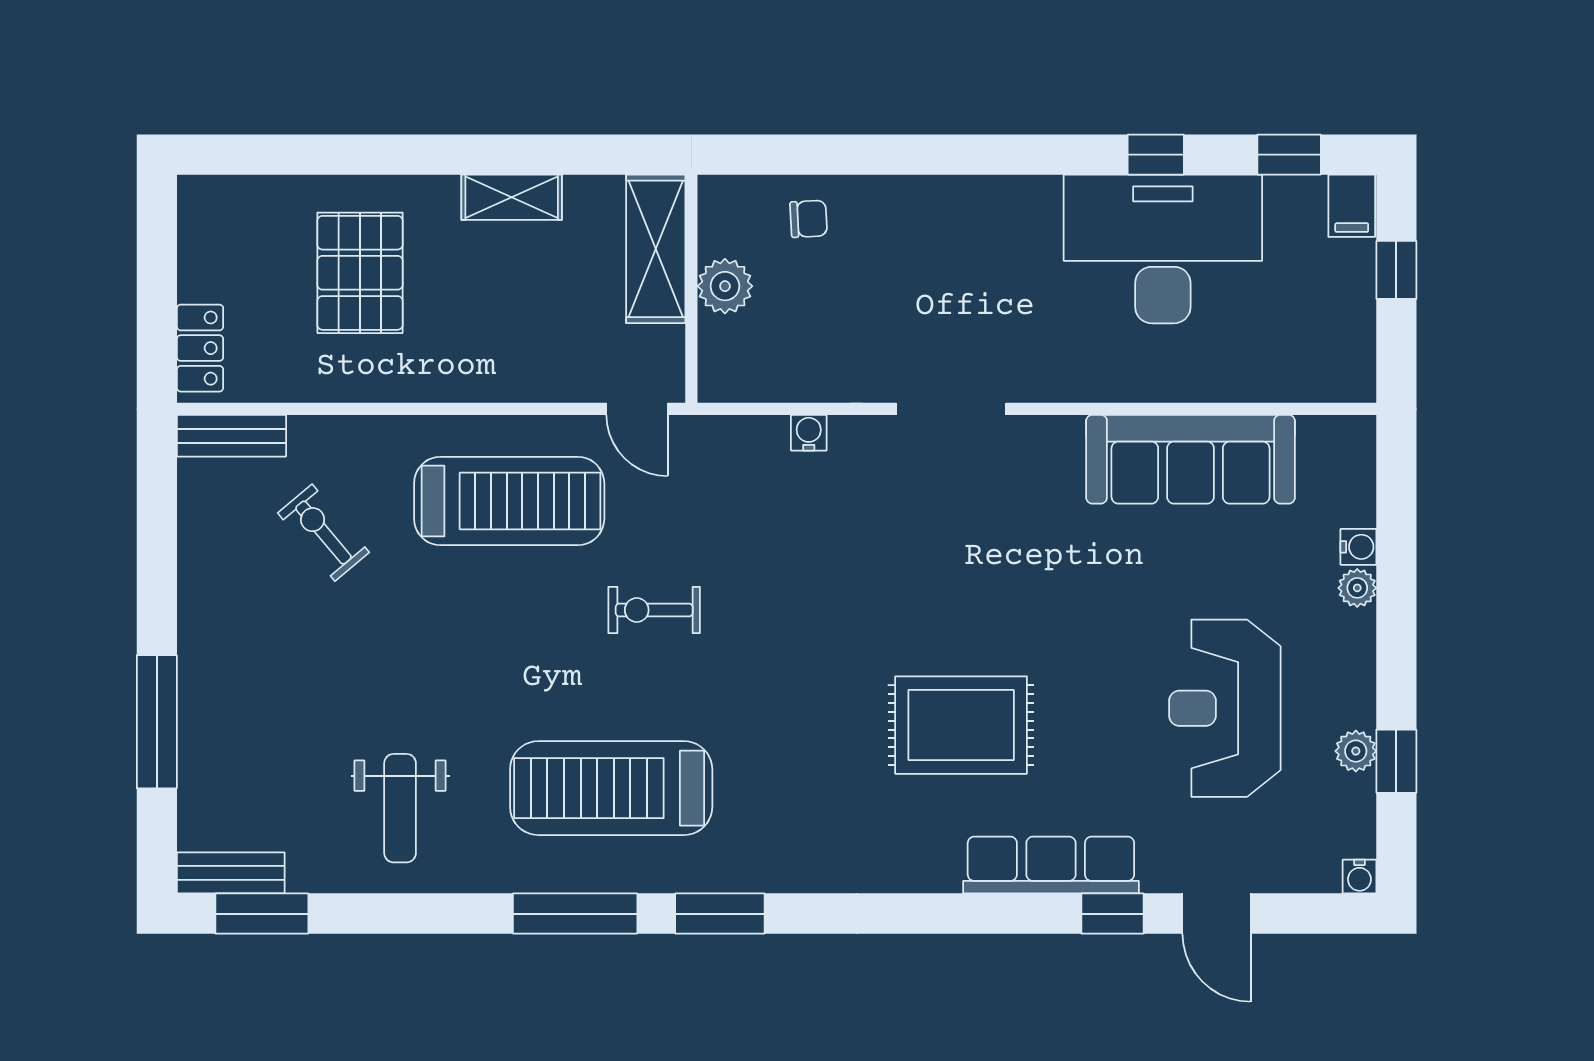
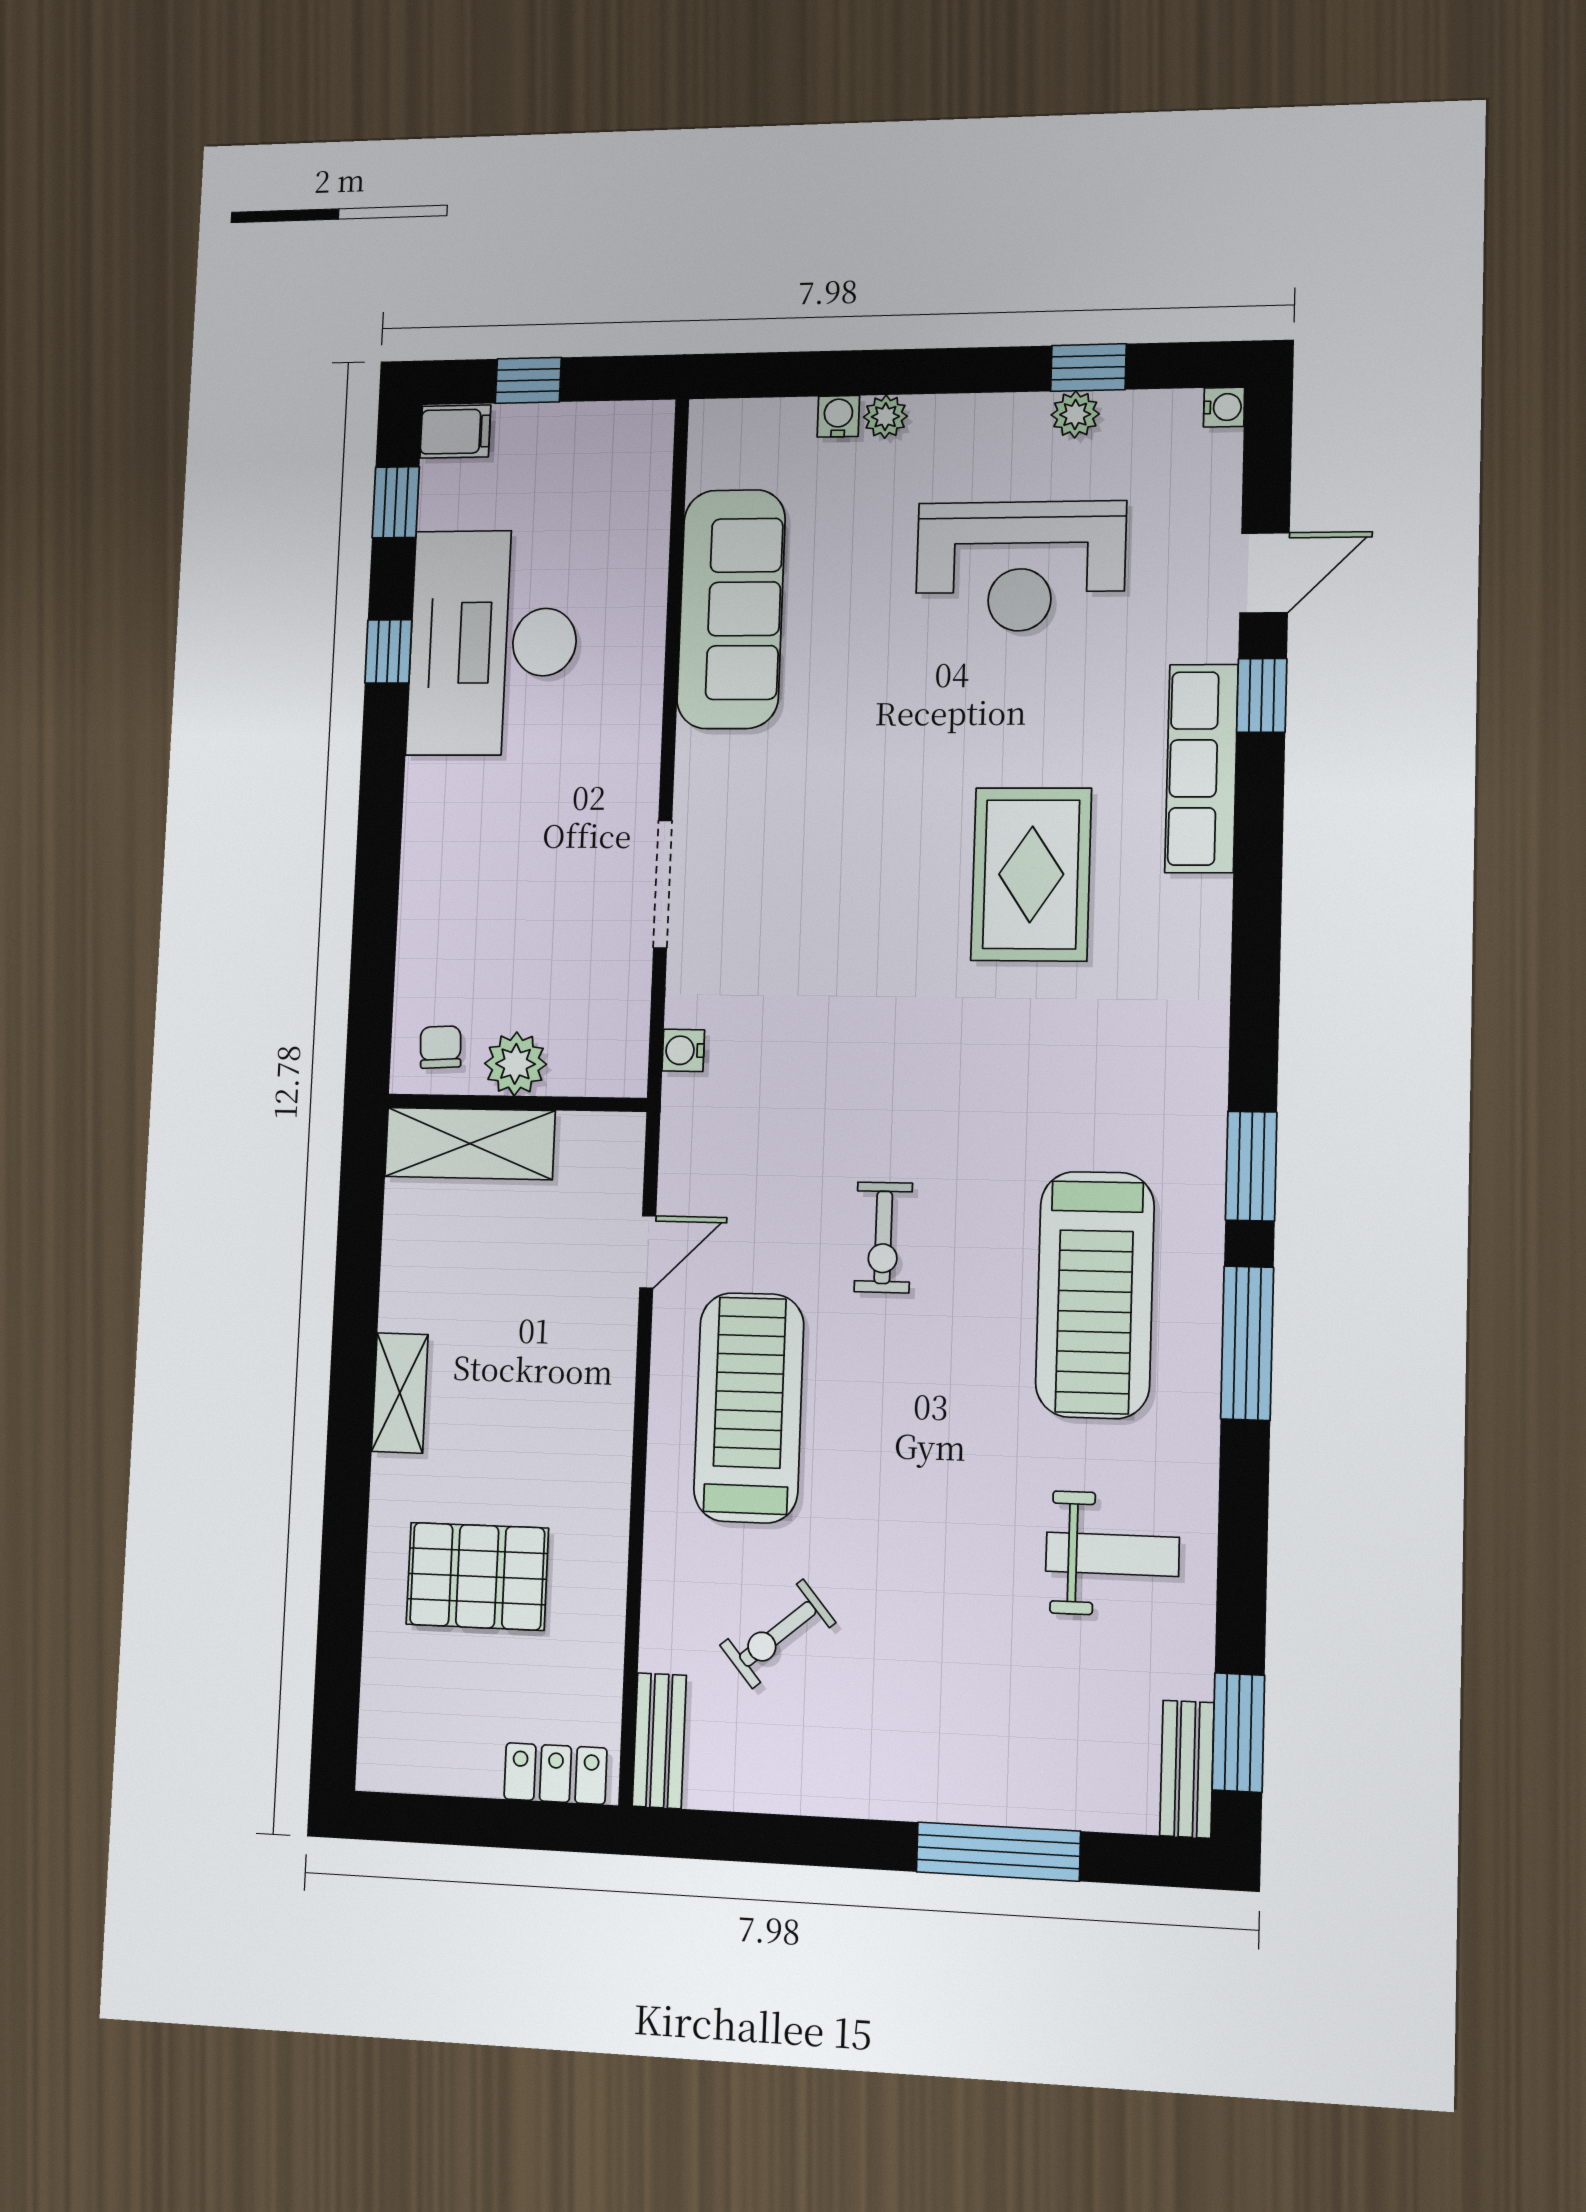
shelving: (656, 249) -> (470, 1144), moved
plant: (725, 286) -> (516, 1064), moved
wall: (691, 289) -> (517, 1103), moved

